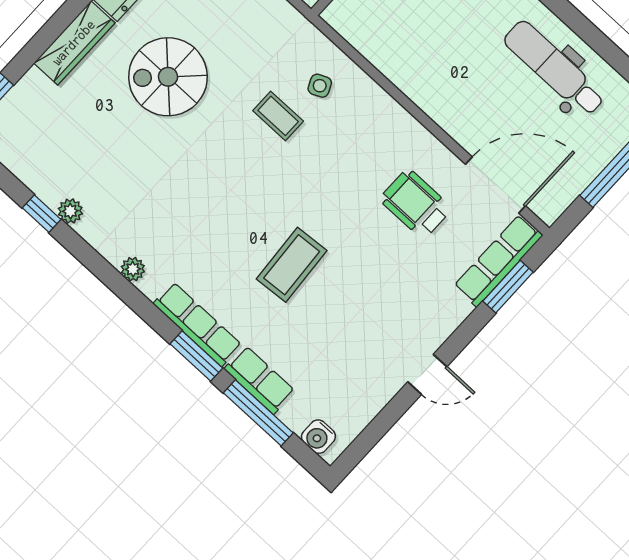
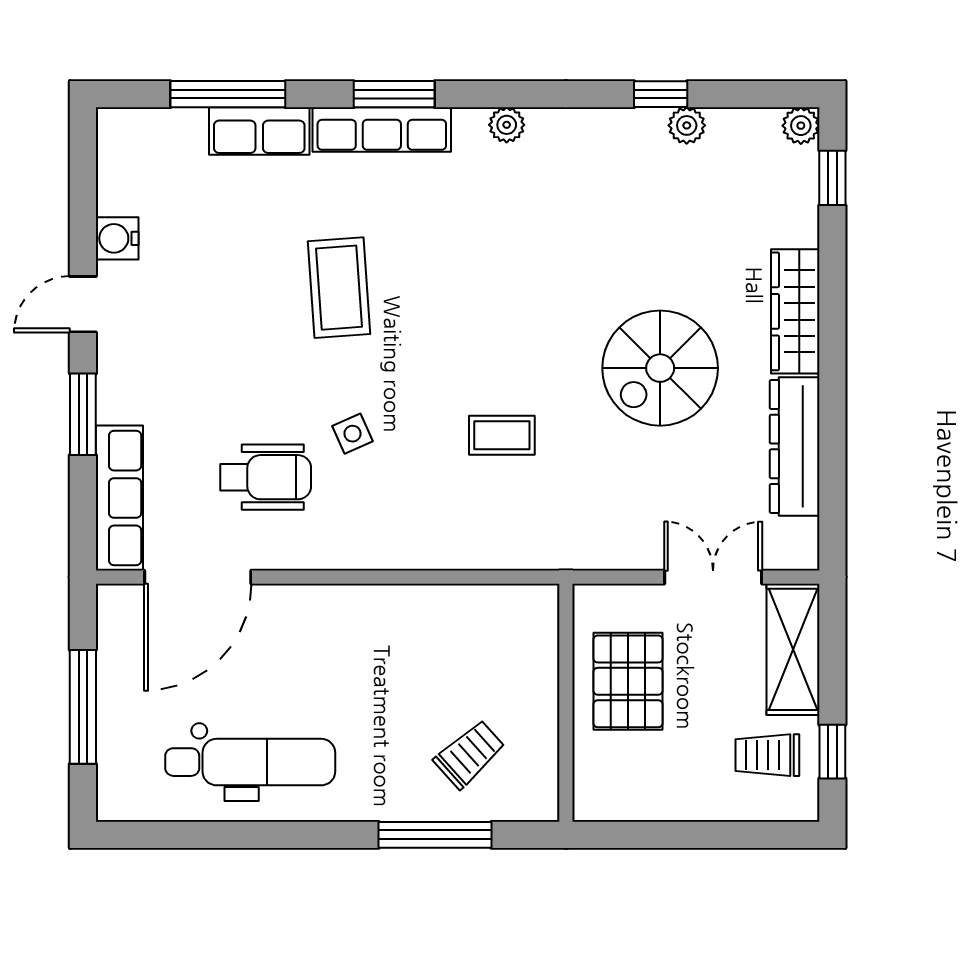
spiral stairs: (168, 77) -> (660, 368), turned 180
side table: (320, 86) -> (353, 434), moved
plant: (70, 211) -> (687, 125), moved
window: (508, 287) -> (83, 414), moved
window: (196, 356) -> (394, 94), moved
water cooler: (318, 437) -> (117, 238), moved, turned -90

